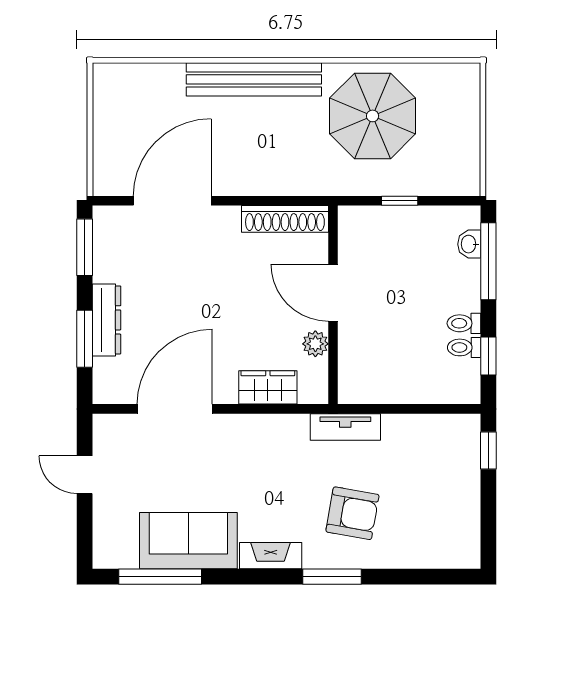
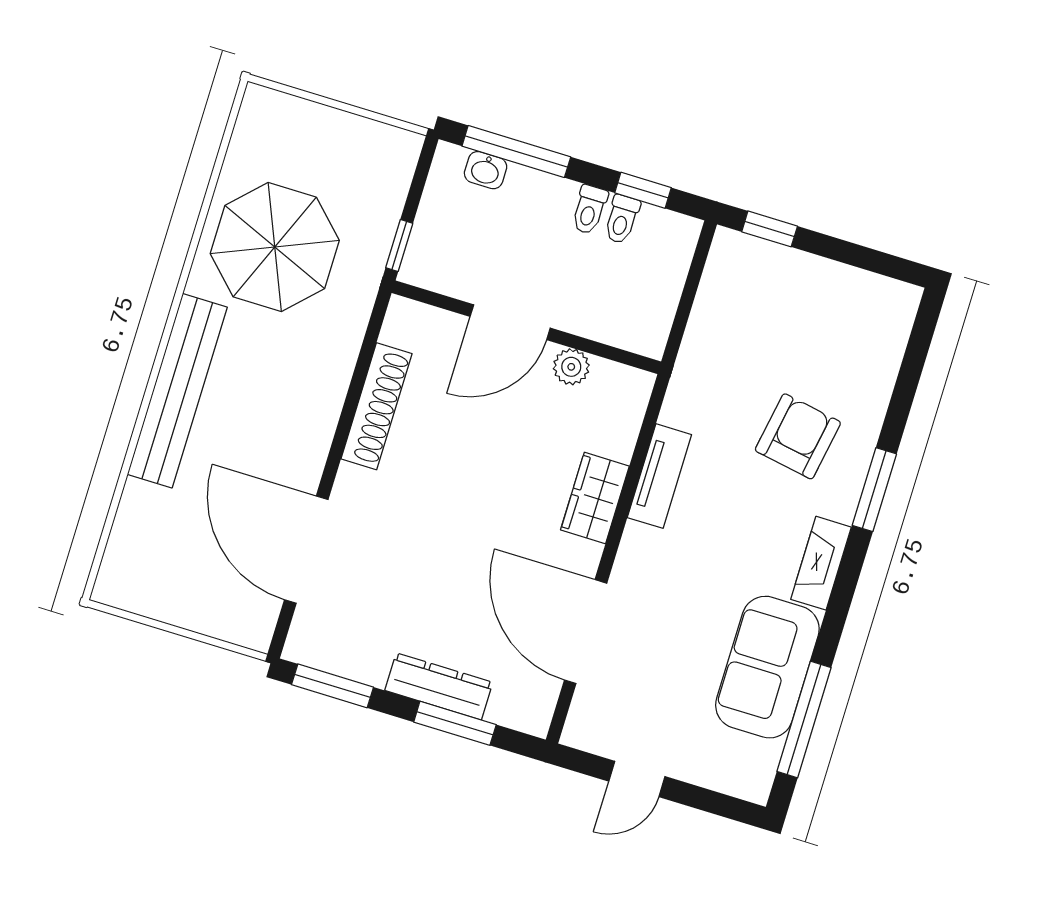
door: (333, 293) -> (510, 322), moved
wall: (333, 305) -> (526, 327), moved
plant: (315, 344) -> (571, 367), moved
tv unit: (345, 427) -> (659, 476), moved

